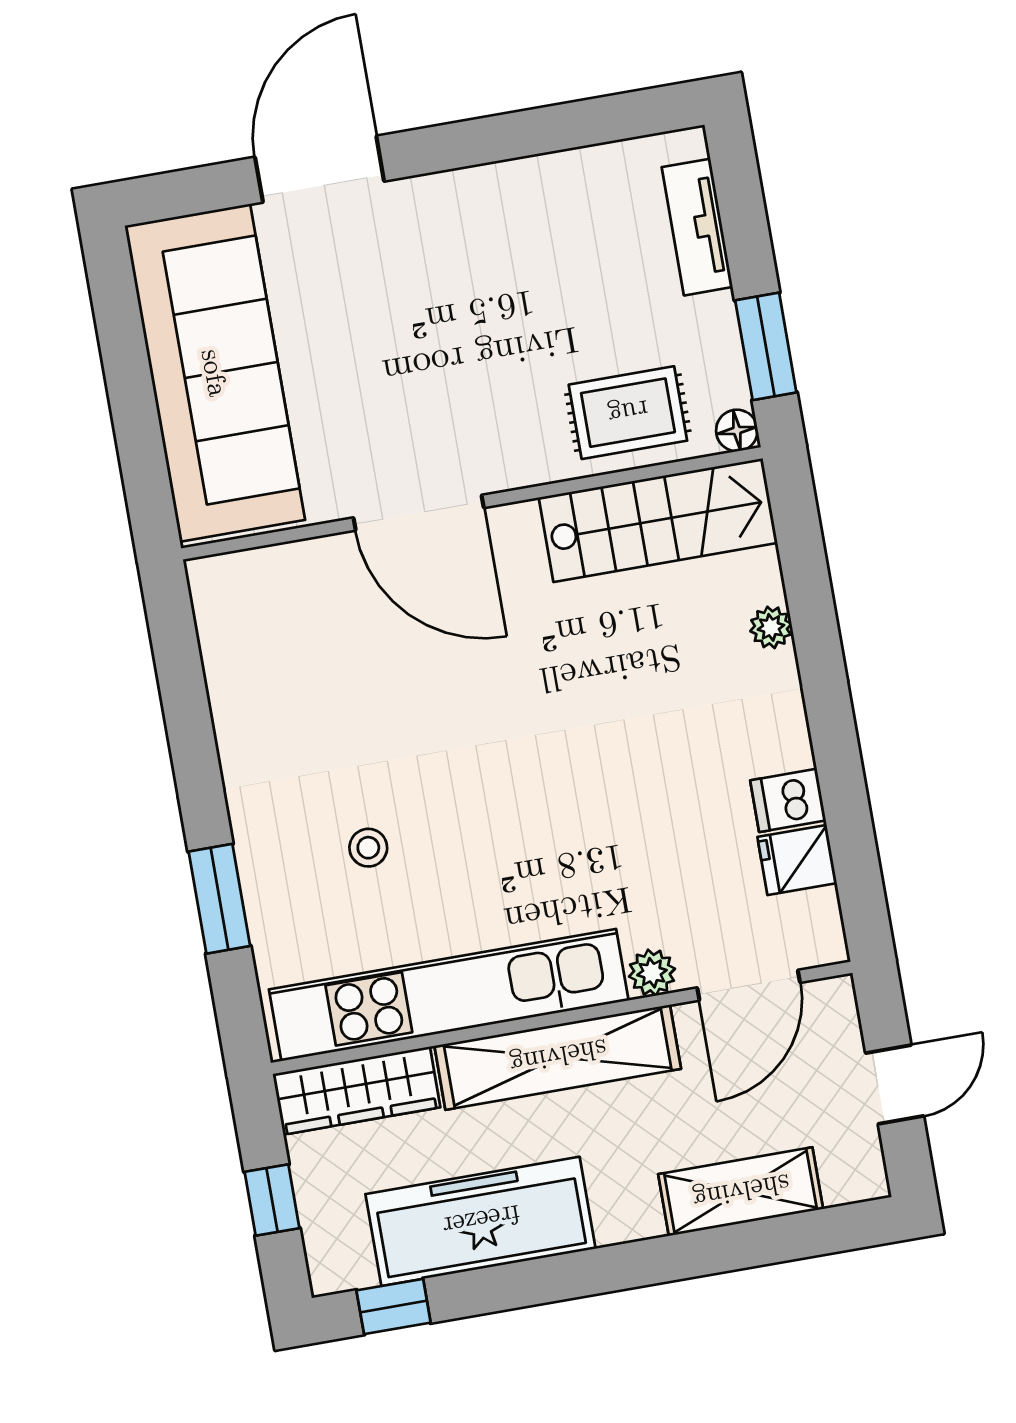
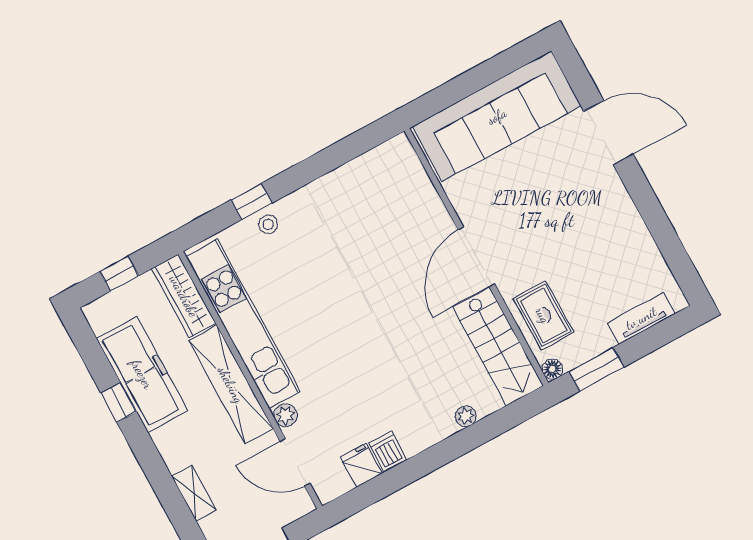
door: (419, 513) -> (476, 257), moved
stool: (368, 848) -> (268, 224), moved
window: (219, 899) -> (252, 201), width x0.67
shelving: (741, 1192) -> (194, 493), width x0.67, depth x0.75
window: (394, 1307) -> (119, 402), moved

